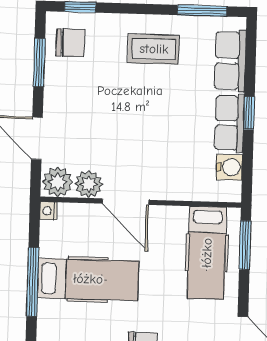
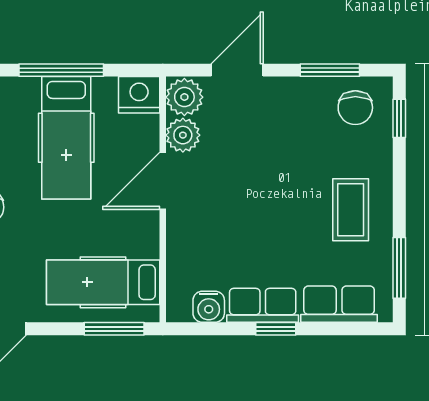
nightstand: (48, 211) -> (139, 95), width x1.89, depth x1.79

